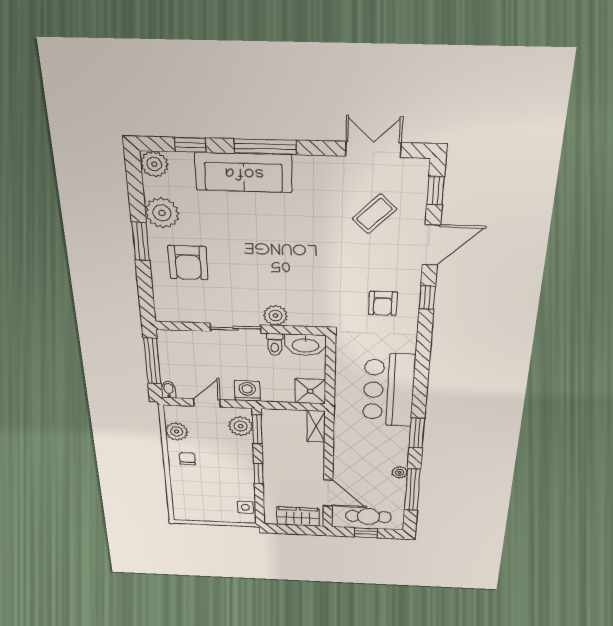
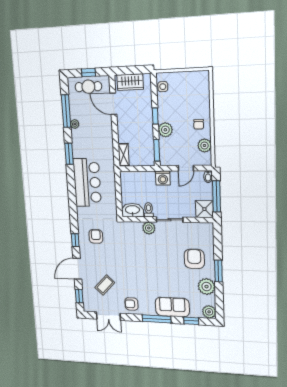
sofa: (244, 172) -> (172, 307), width x0.73
armchair: (319, 176) -> (131, 304), added
shower: (310, 391) -> (204, 209), moved
plant: (241, 426) -> (165, 130), moved

